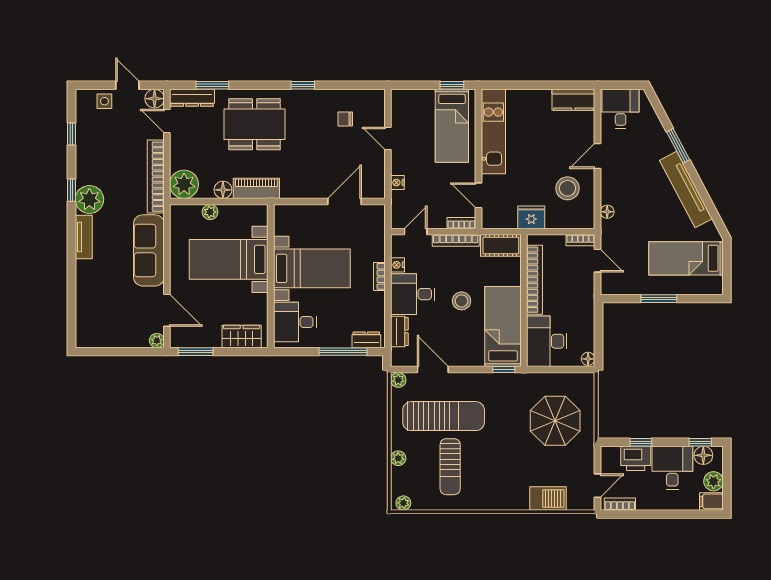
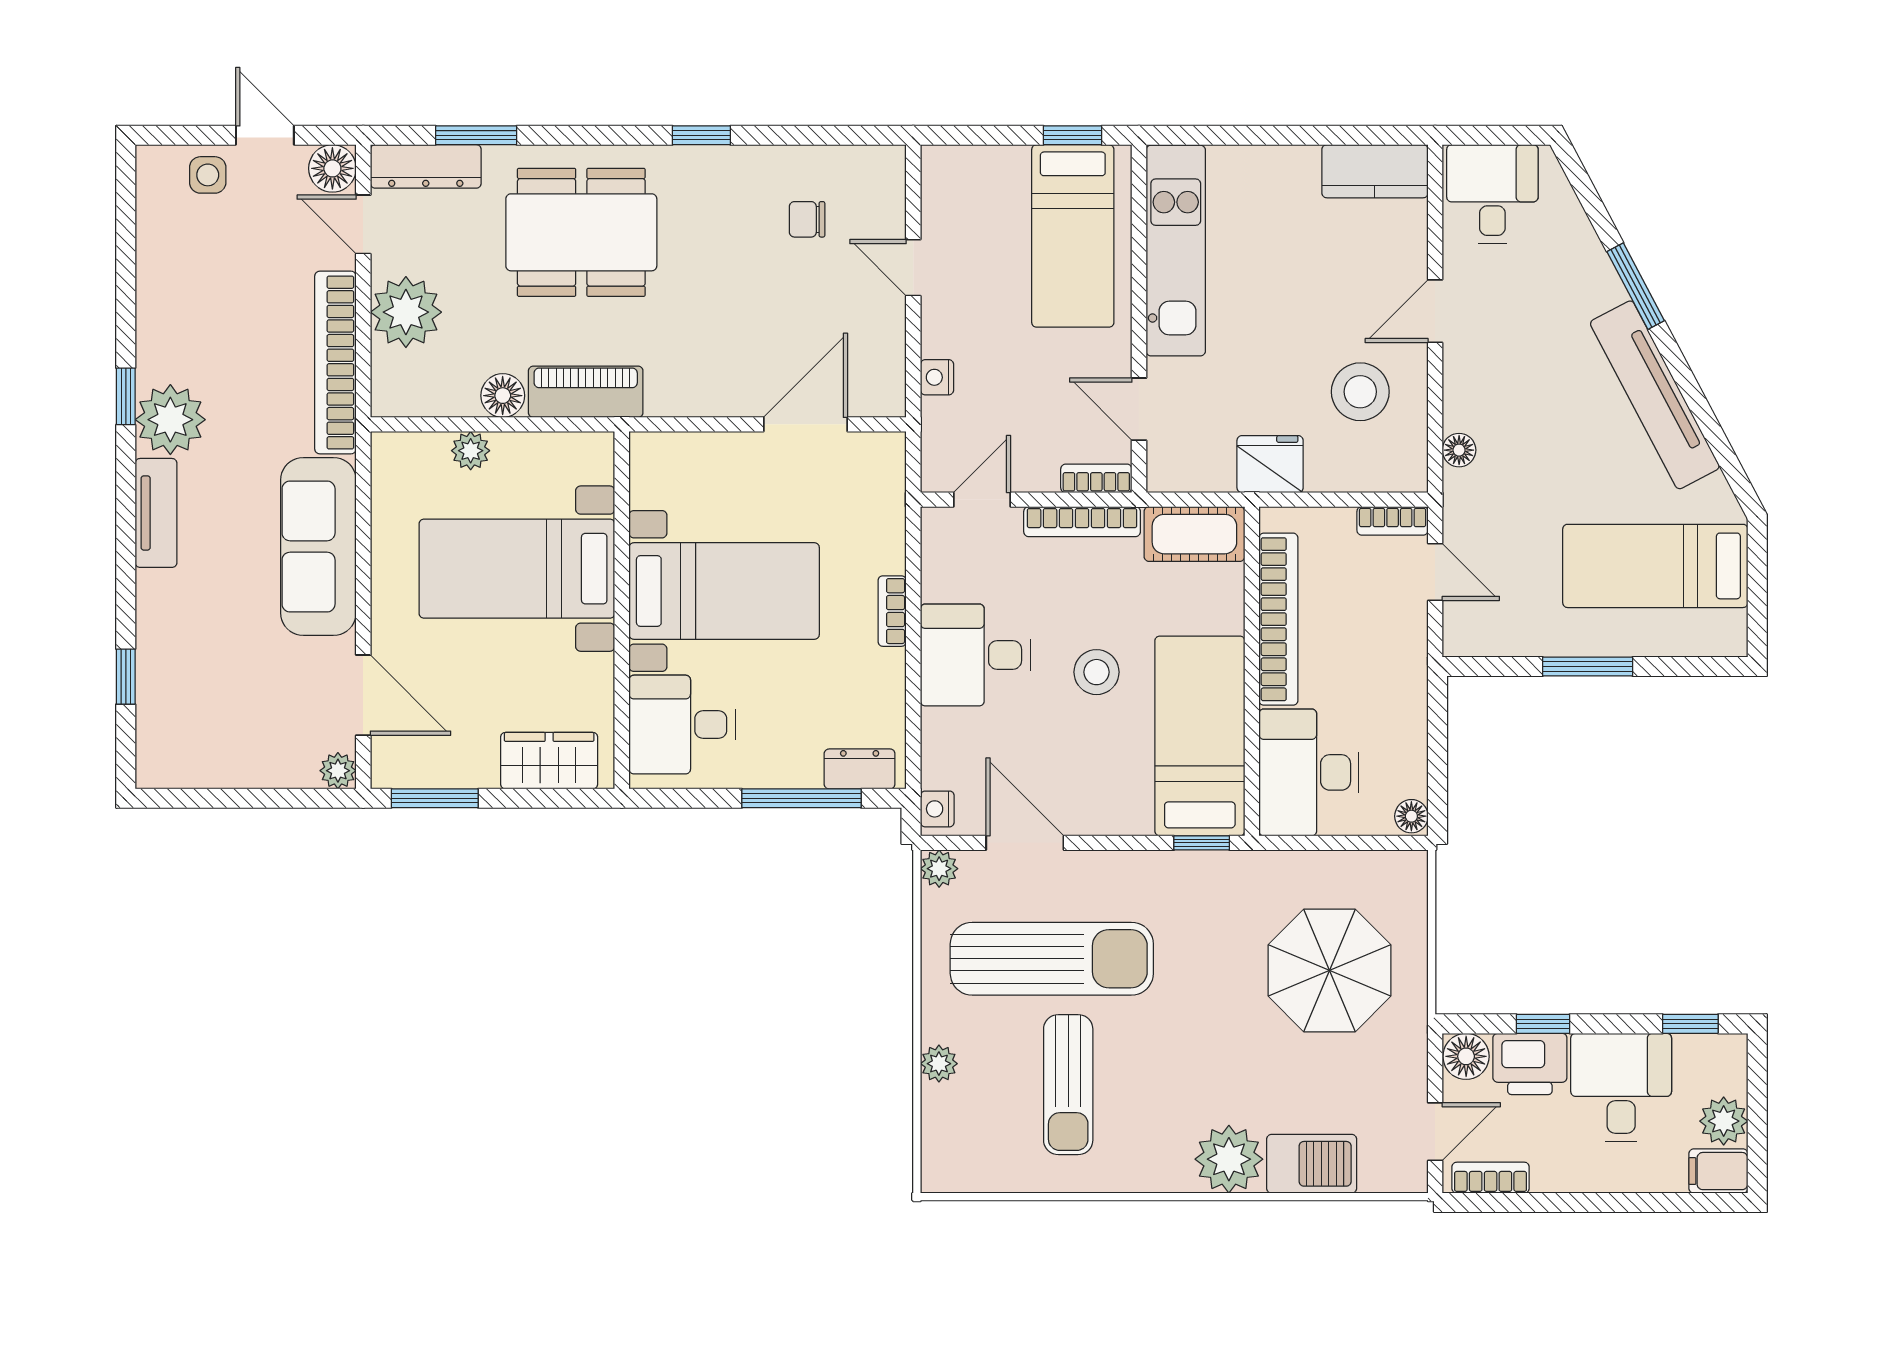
window: (72, 134) -> (126, 677), moved
plant: (184, 184) -> (406, 312), moved
nightstand: (398, 265) -> (937, 809), moved
dresser: (399, 331) -> (942, 748), removed
floor lamp: (703, 455) -> (1466, 1056), moved
plant: (403, 503) -> (1229, 1159), moved, width x1.87, depth x1.87

